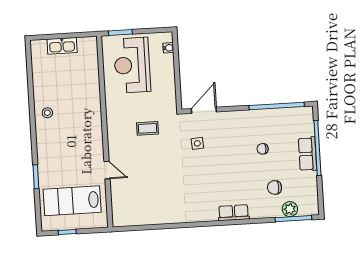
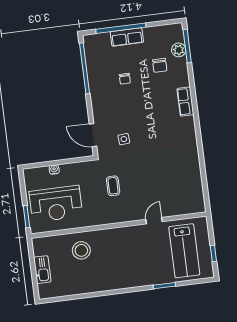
water cooler: (168, 48) -> (54, 170), moved
stool: (47, 113) -> (81, 250), moved, width x1.89, depth x1.89

